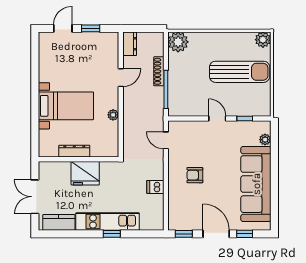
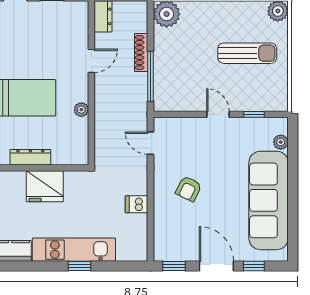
sun lounger: (240, 72) -> (247, 53), width x0.73, depth x0.75
armchair: (195, 175) -> (189, 189), turned -64

